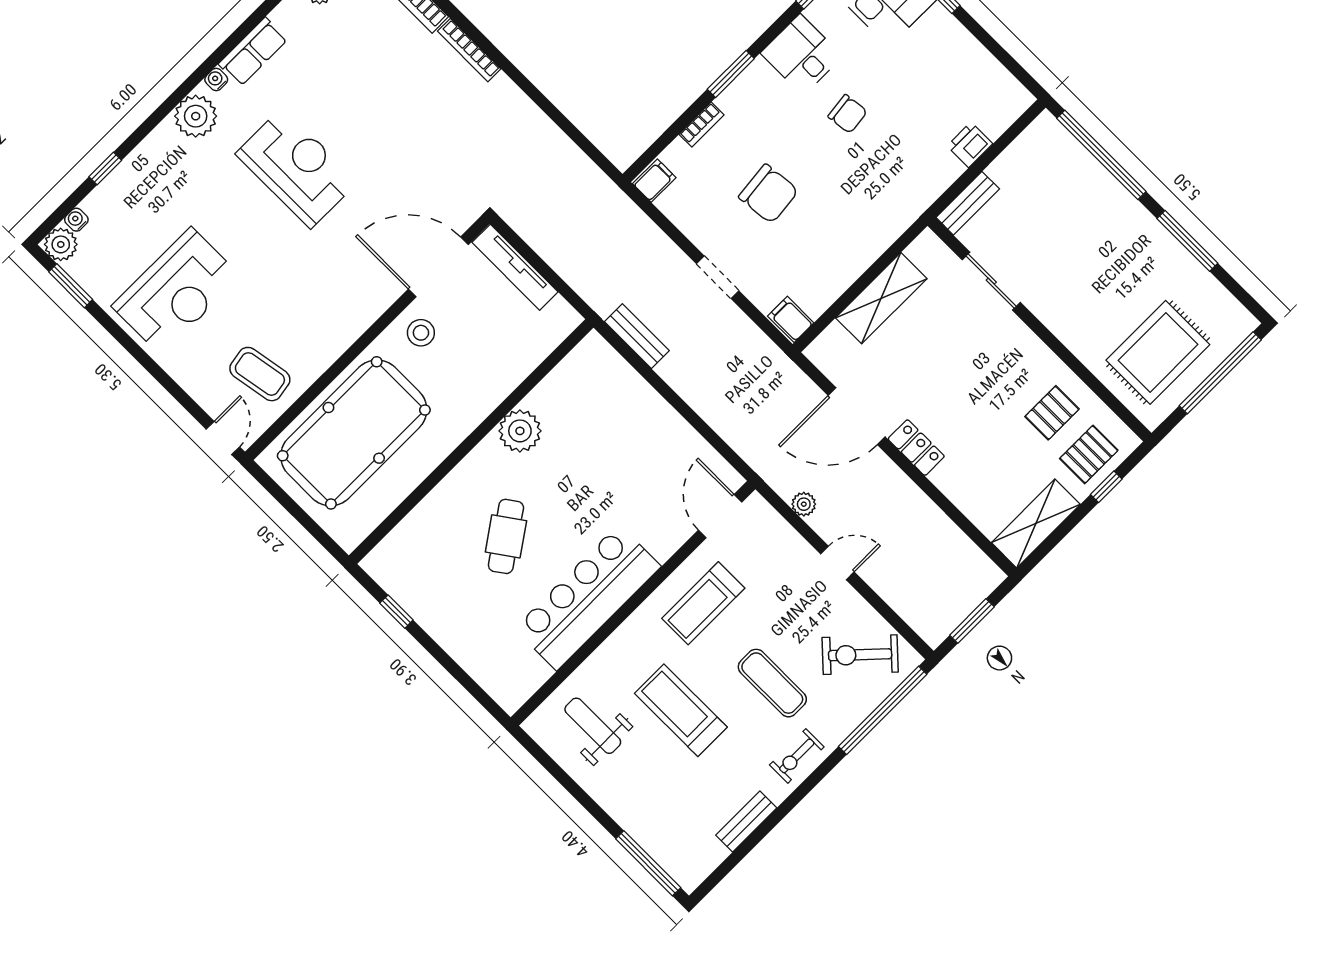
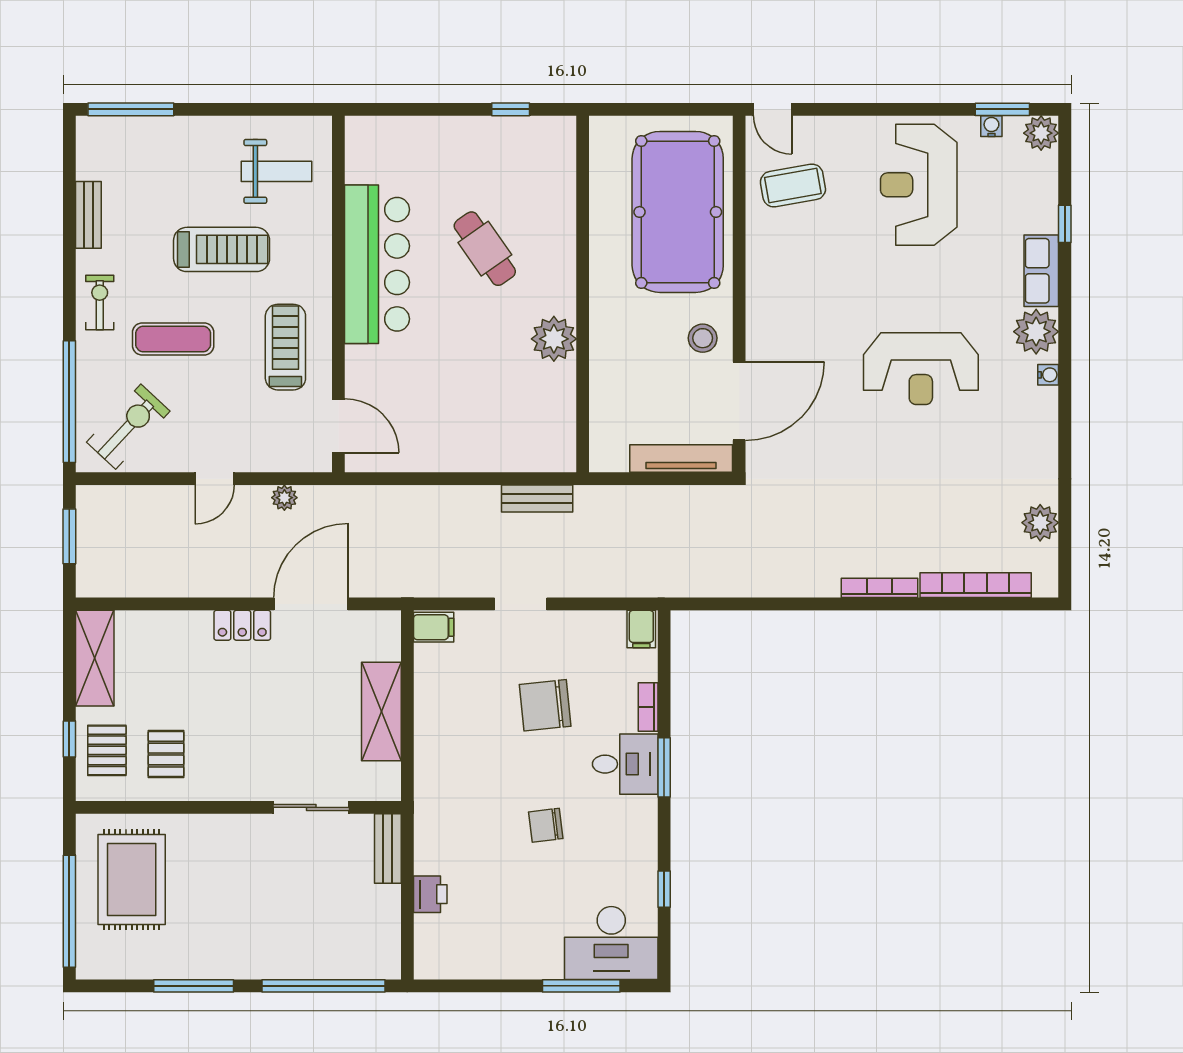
row of seats: (253, 52) -> (1041, 271), moved
desk: (802, 55) -> (625, 764), moved
water cooler: (76, 220) -> (991, 126), moved, turned -90

